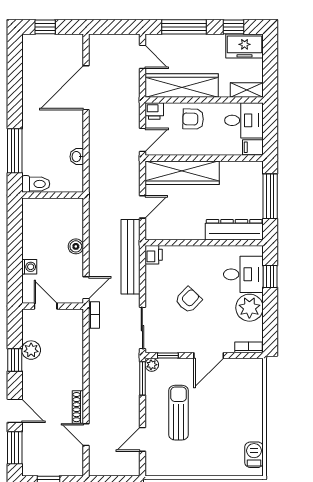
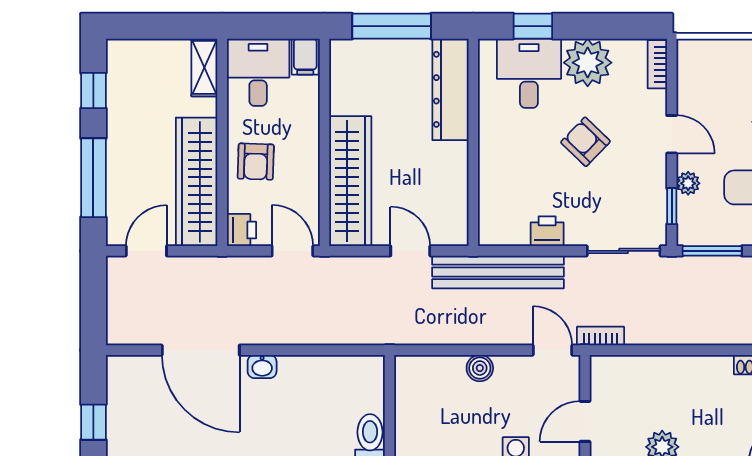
freezer: (245, 46) -> (127, 71), removed
washbasin: (77, 157) -> (262, 366), moved
printer: (154, 255) -> (547, 231), moved
armchair: (188, 300) -> (585, 142), moved
door: (209, 355) -> (672, 134), width x0.73
plant: (152, 365) -> (688, 183), moved

